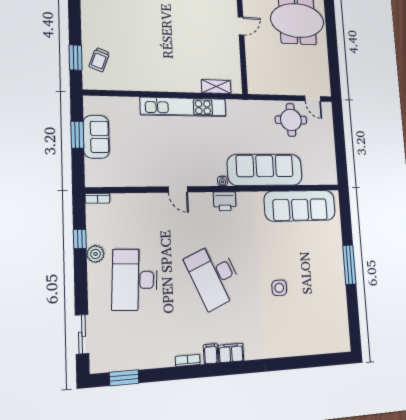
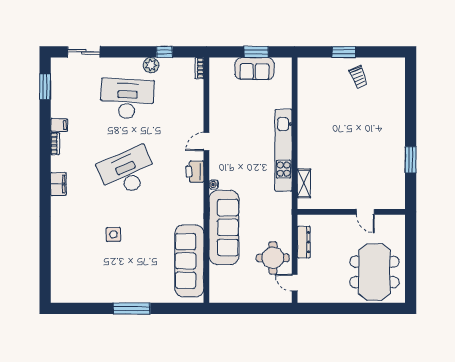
window: (75, 58) -> (344, 52), moved
trolley: (99, 60) -> (358, 77), moved, turned -133
dresser: (274, 89) -> (304, 242), added
door: (313, 99) -> (295, 283), hinge flipped
printer: (225, 201) -> (195, 172), moved
filing cabinet: (211, 354) -> (59, 125), moved

